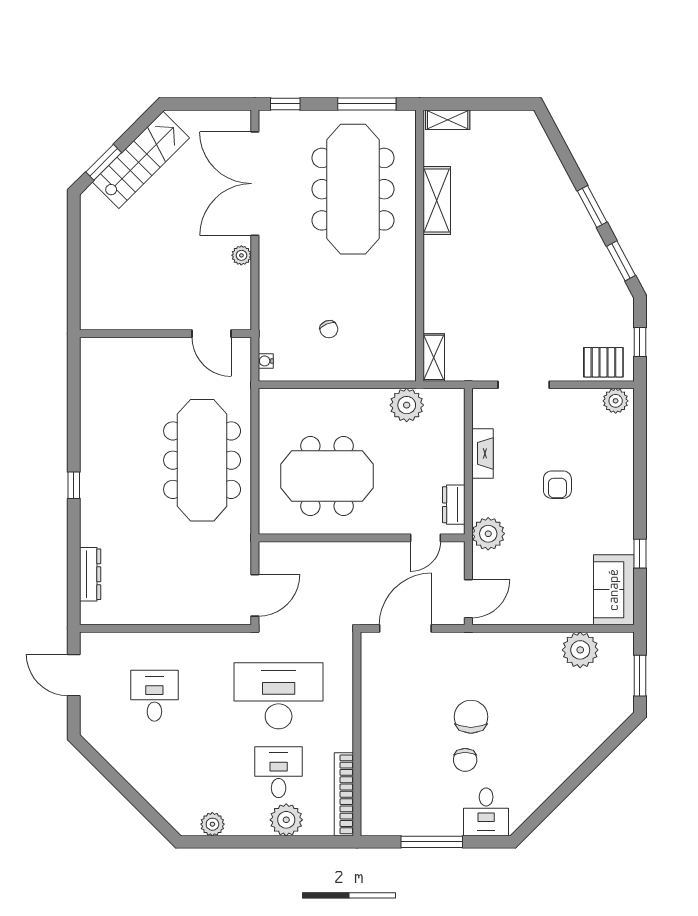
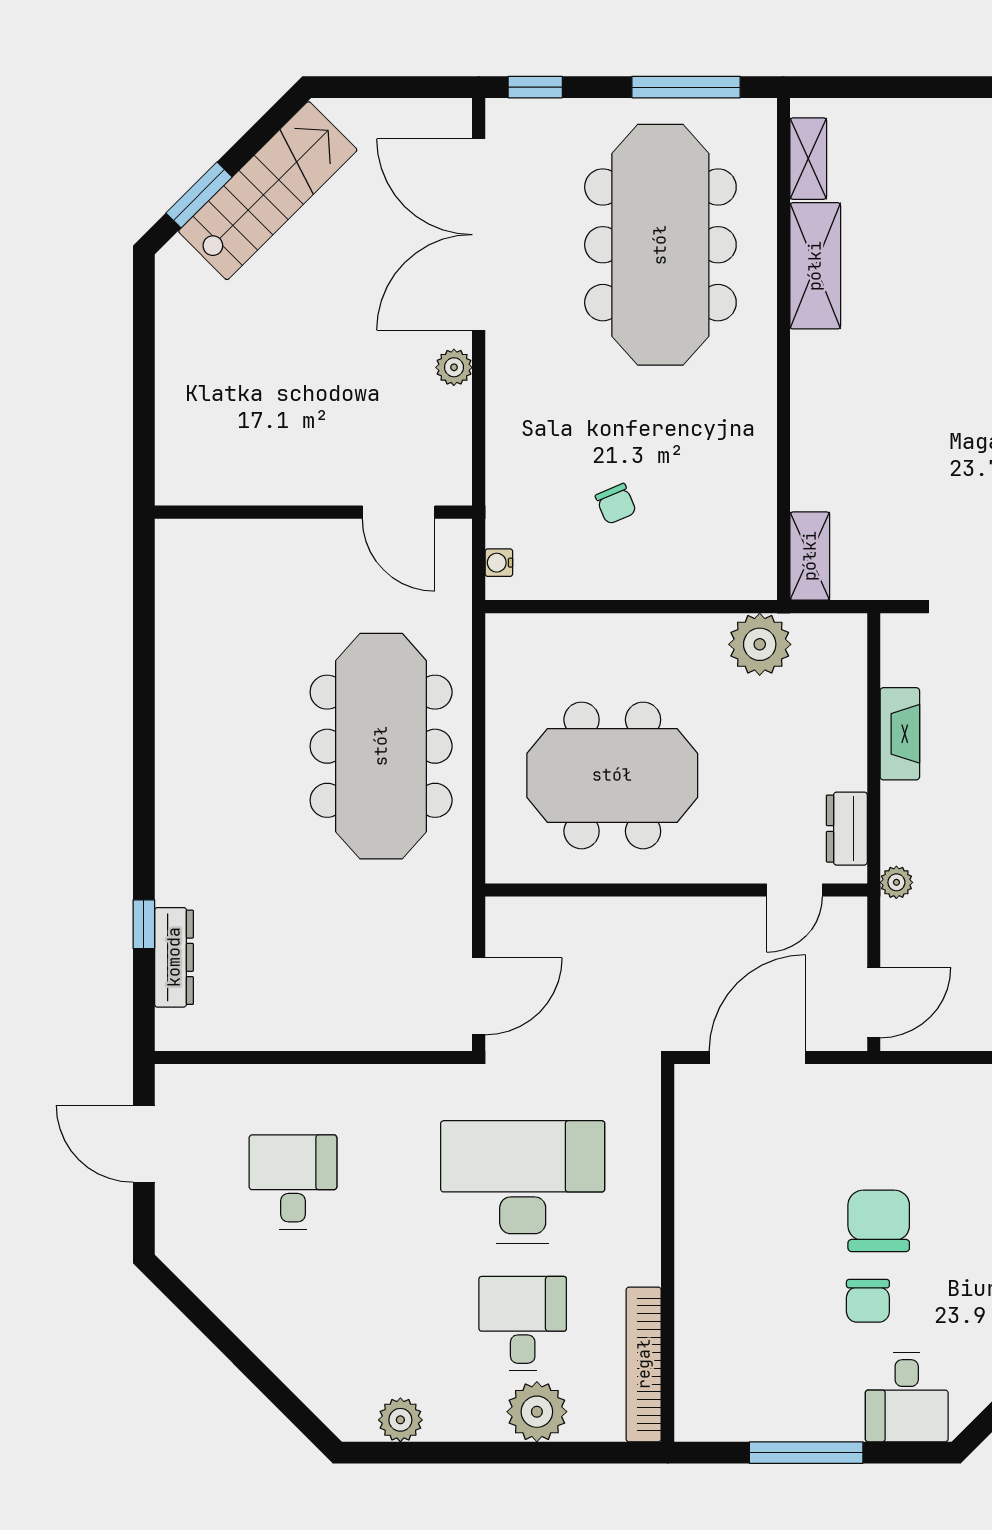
shelving: (448, 120) -> (808, 159), moved, turned 90
window: (74, 485) -> (144, 924), moved
plant: (488, 534) -> (896, 882), width x0.53, depth x0.53

